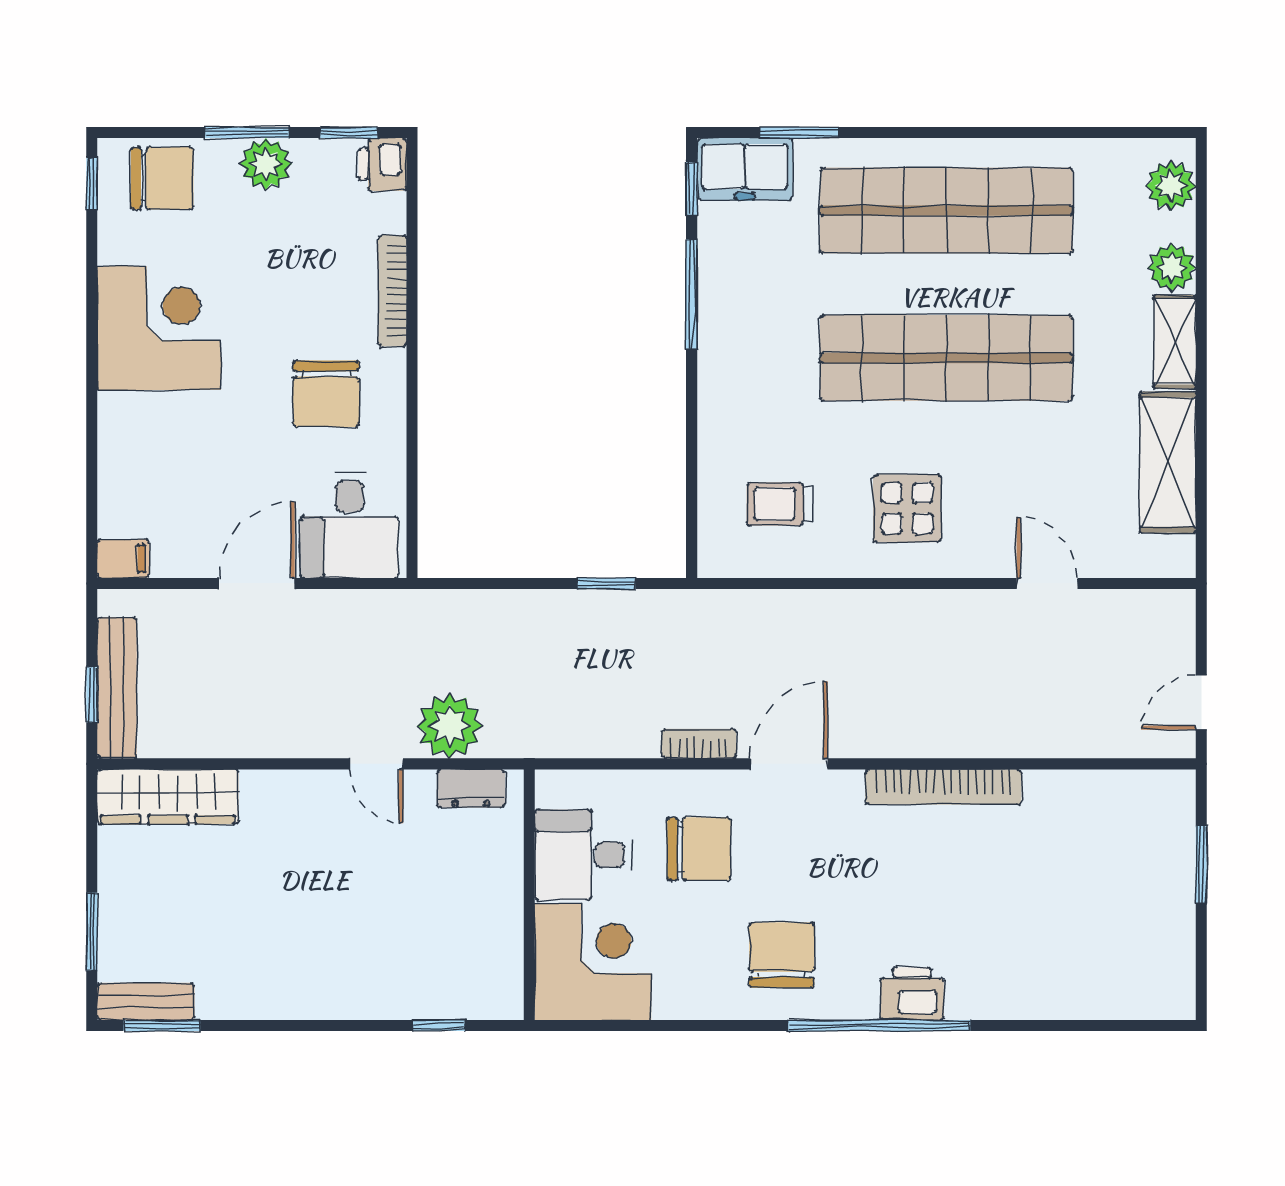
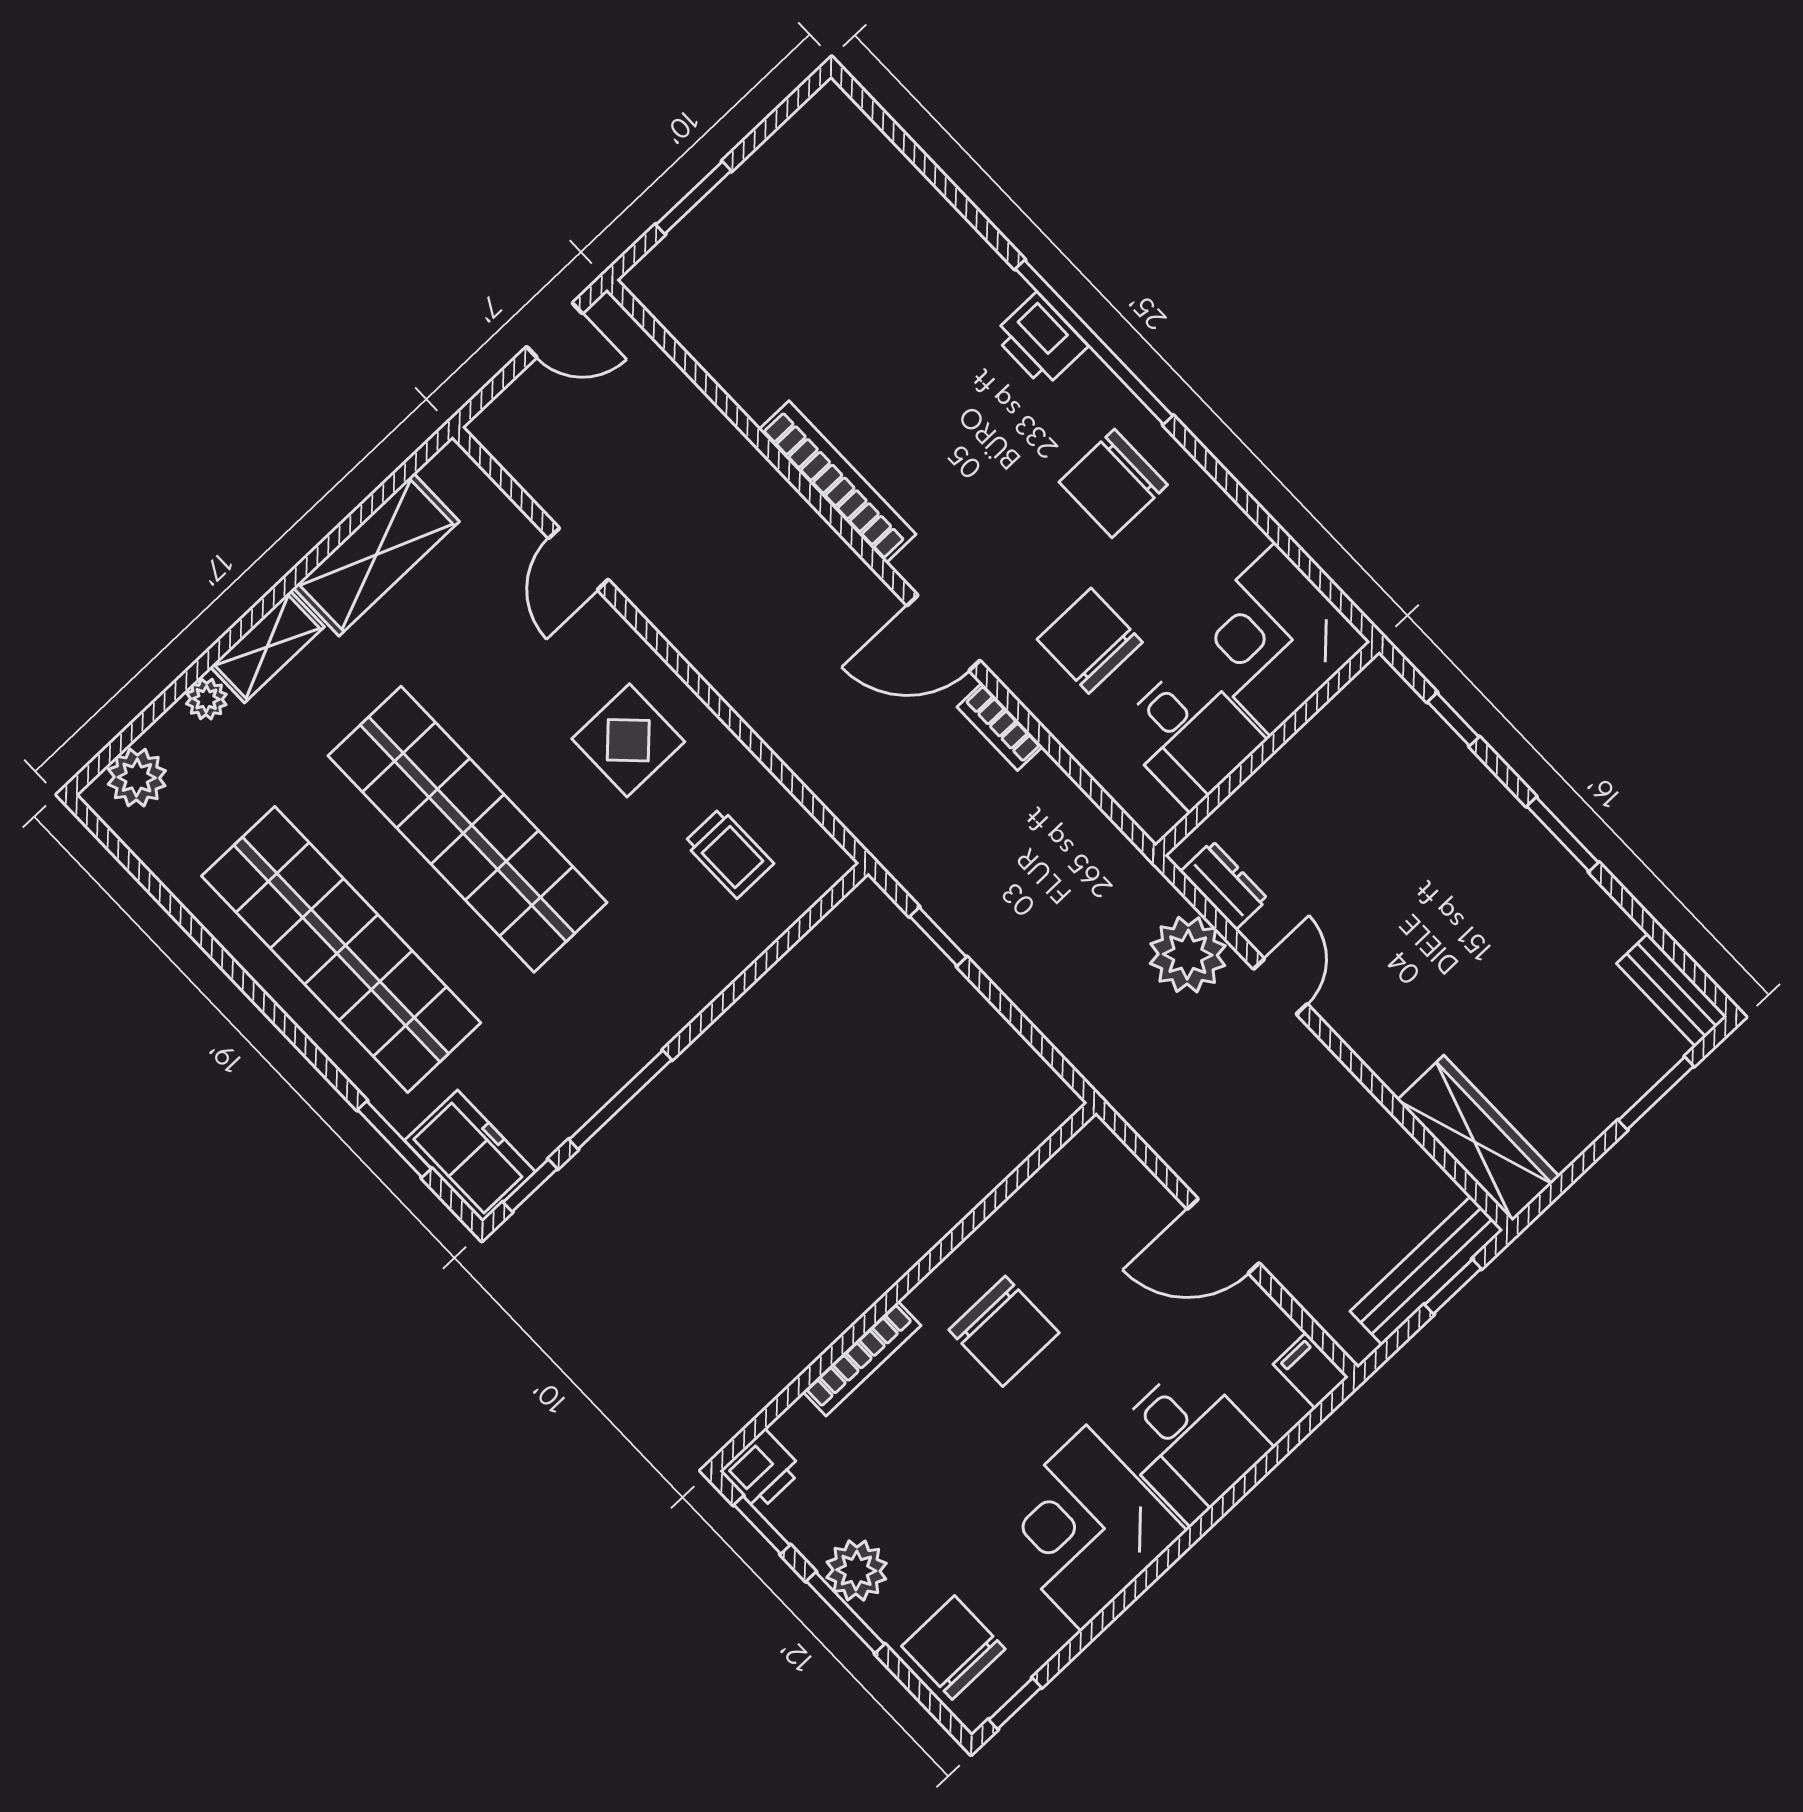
plant: (1172, 267) -> (206, 699), width x0.73, depth x0.73
chair: (326, 394) -> (1004, 1331), turned 90
desk: (349, 525) -> (1189, 1442), moved, turned 90
window: (162, 1025) -> (1563, 834), moved

